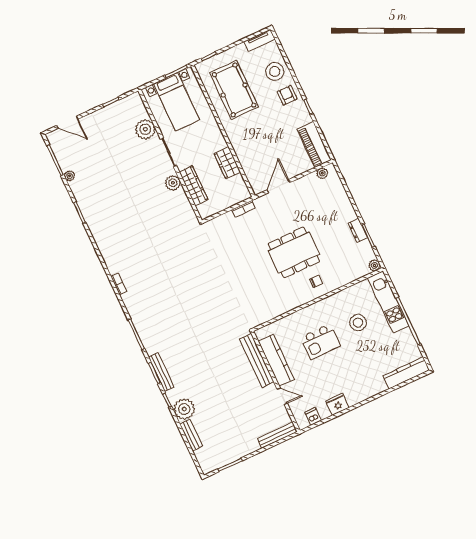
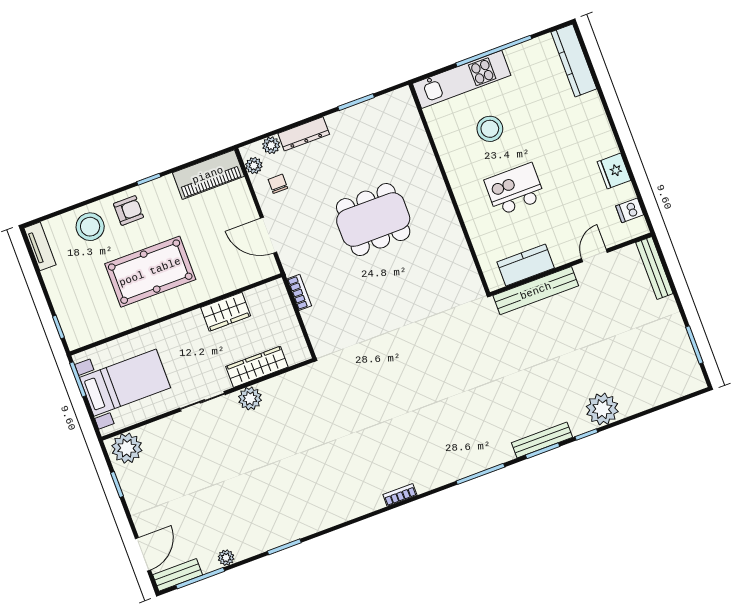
pool table: (234, 90) -> (150, 272), moved
armchair: (287, 95) -> (129, 210), turned 180
plant: (145, 129) -> (127, 448), moved
dresser: (358, 230) -> (304, 134), moved, width x1.44
dining table: (294, 253) -> (373, 220), turned 90
plant: (374, 265) -> (271, 145), moved
chair: (316, 281) -> (278, 184), moved
kitchen island: (320, 342) -> (515, 189), turned -90
kitchen counter: (276, 360) -> (526, 265), width x0.67
bench: (191, 435) -> (178, 575), moved

